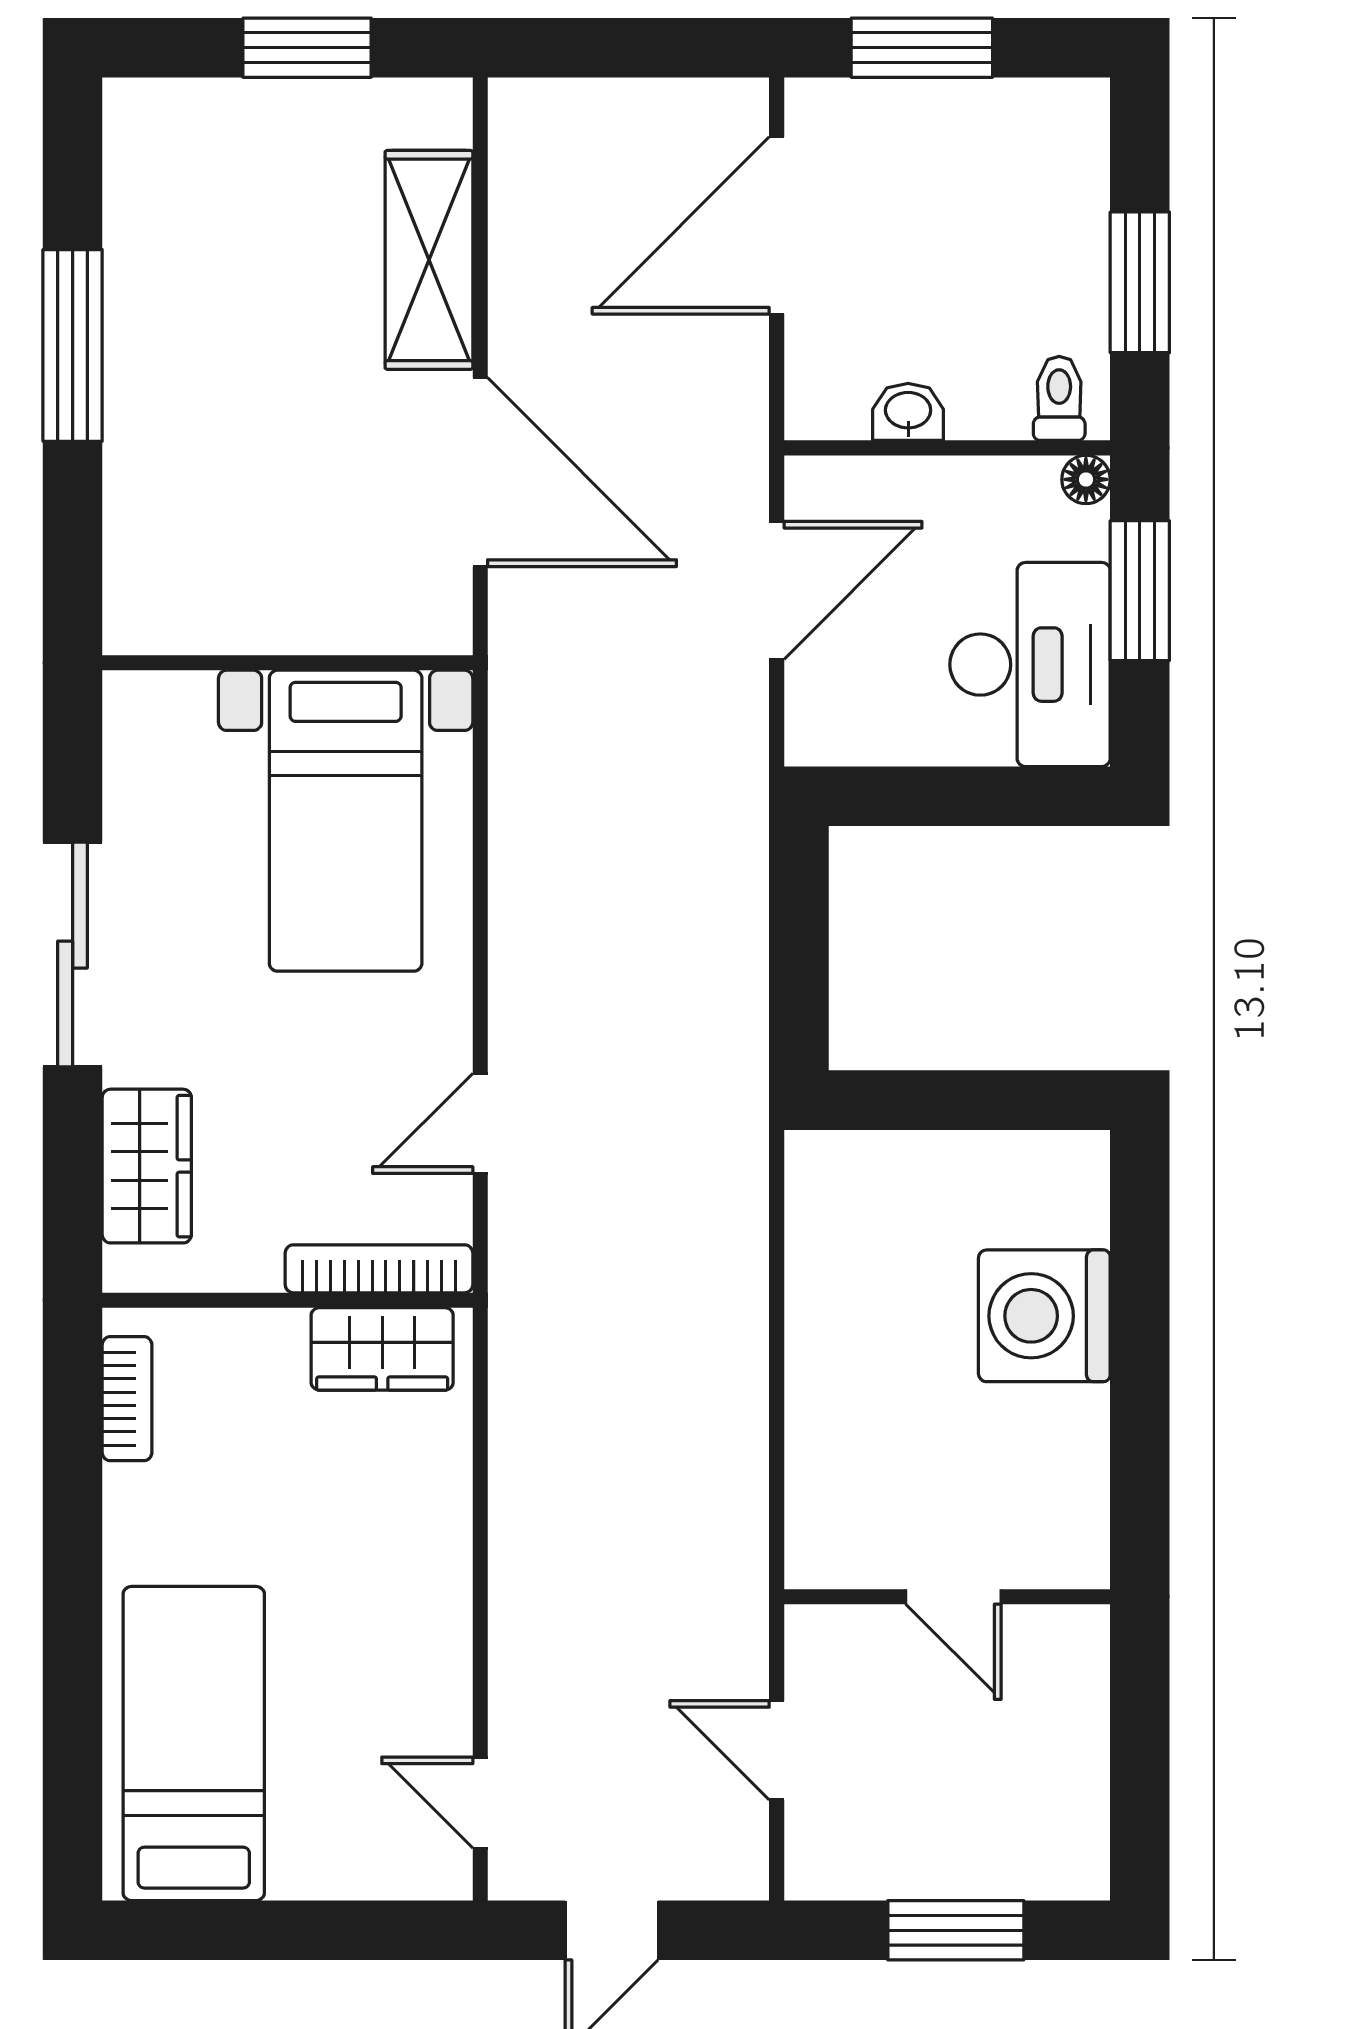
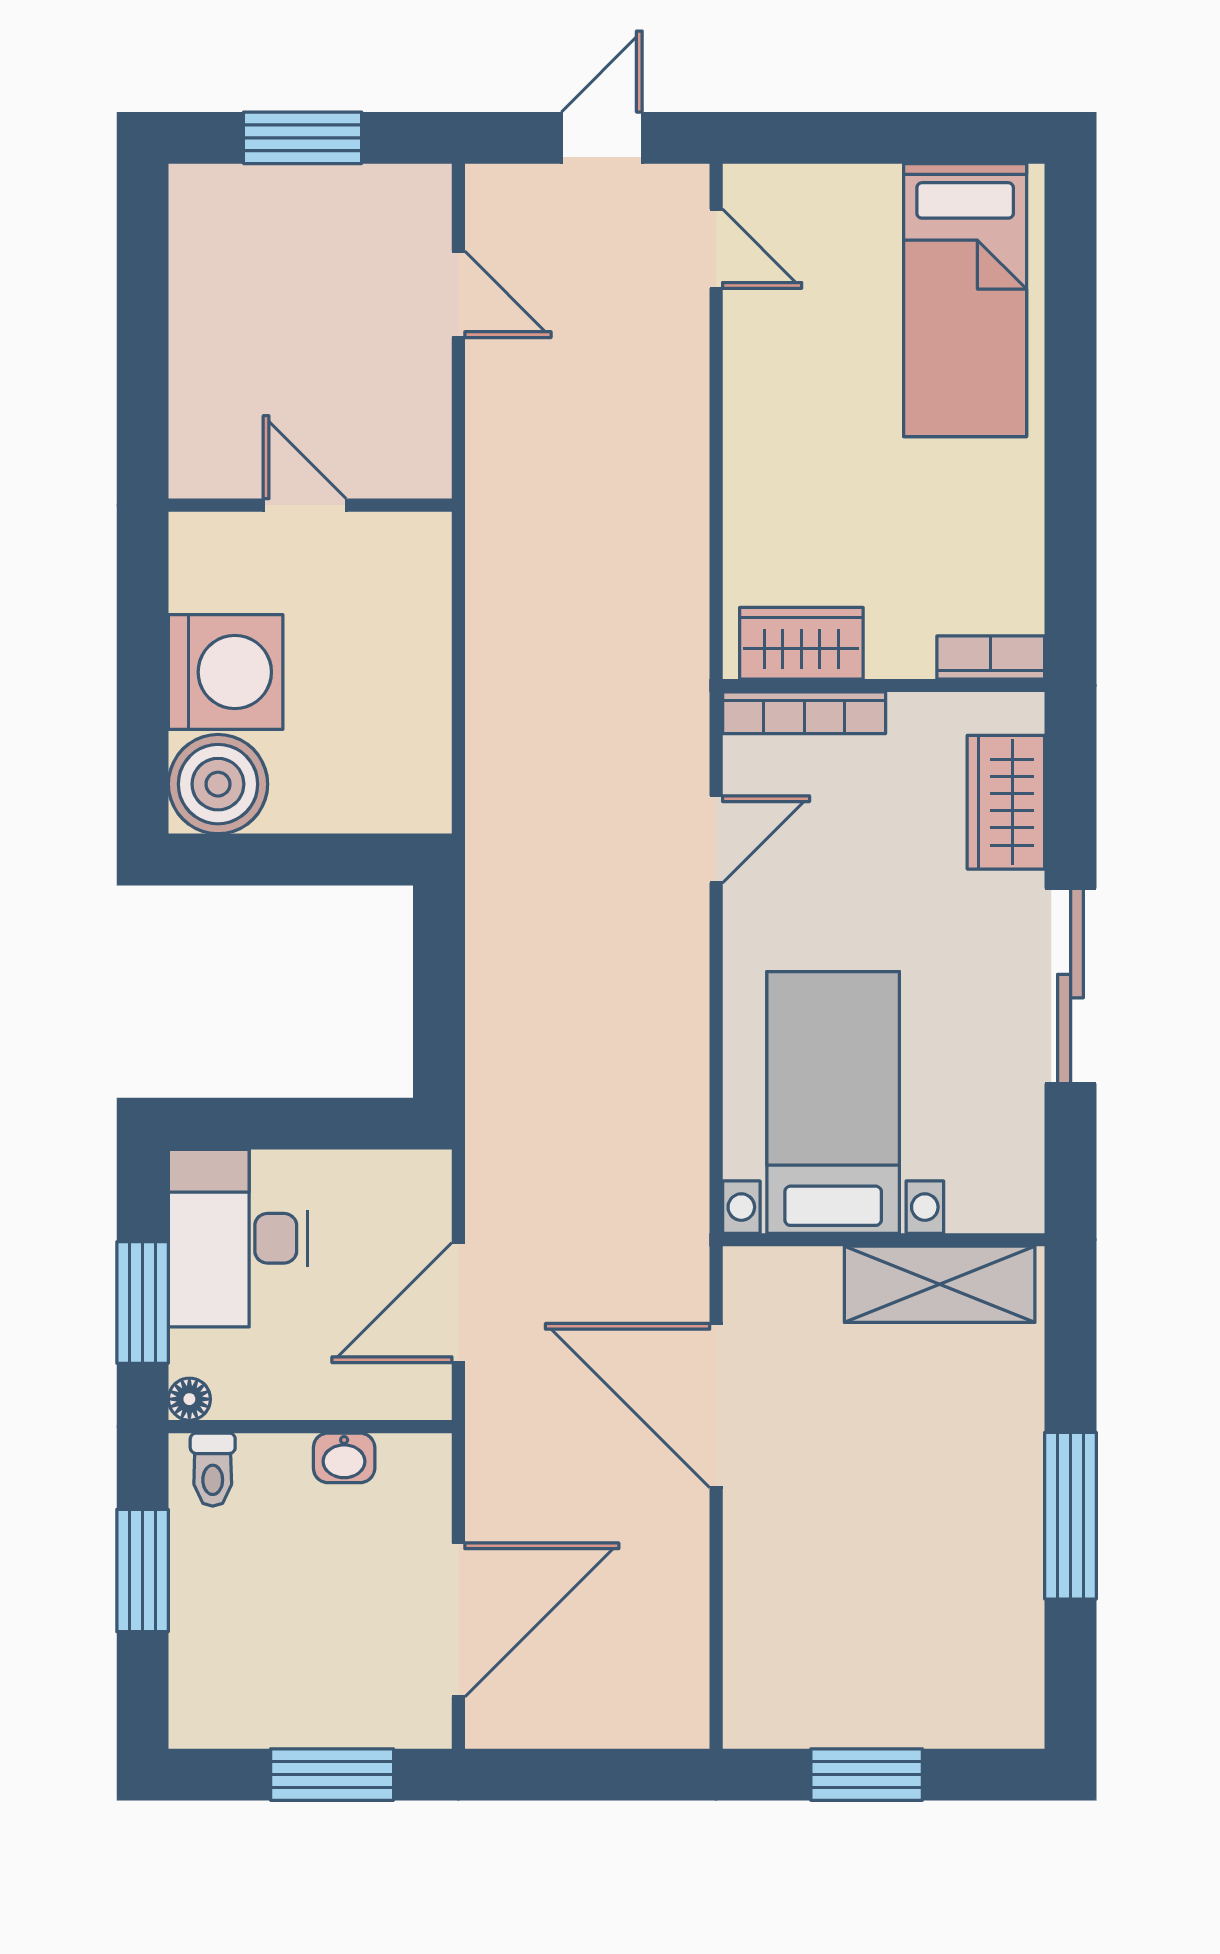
shelving: (429, 260) -> (940, 1284), moved, turned 90
boiler: (1053, 1187) -> (218, 784), added
bookcase: (127, 1399) -> (991, 657), moved, turned 90
wall: (947, 1597) -> (310, 505), moved
door: (953, 1597) -> (305, 505), moved

